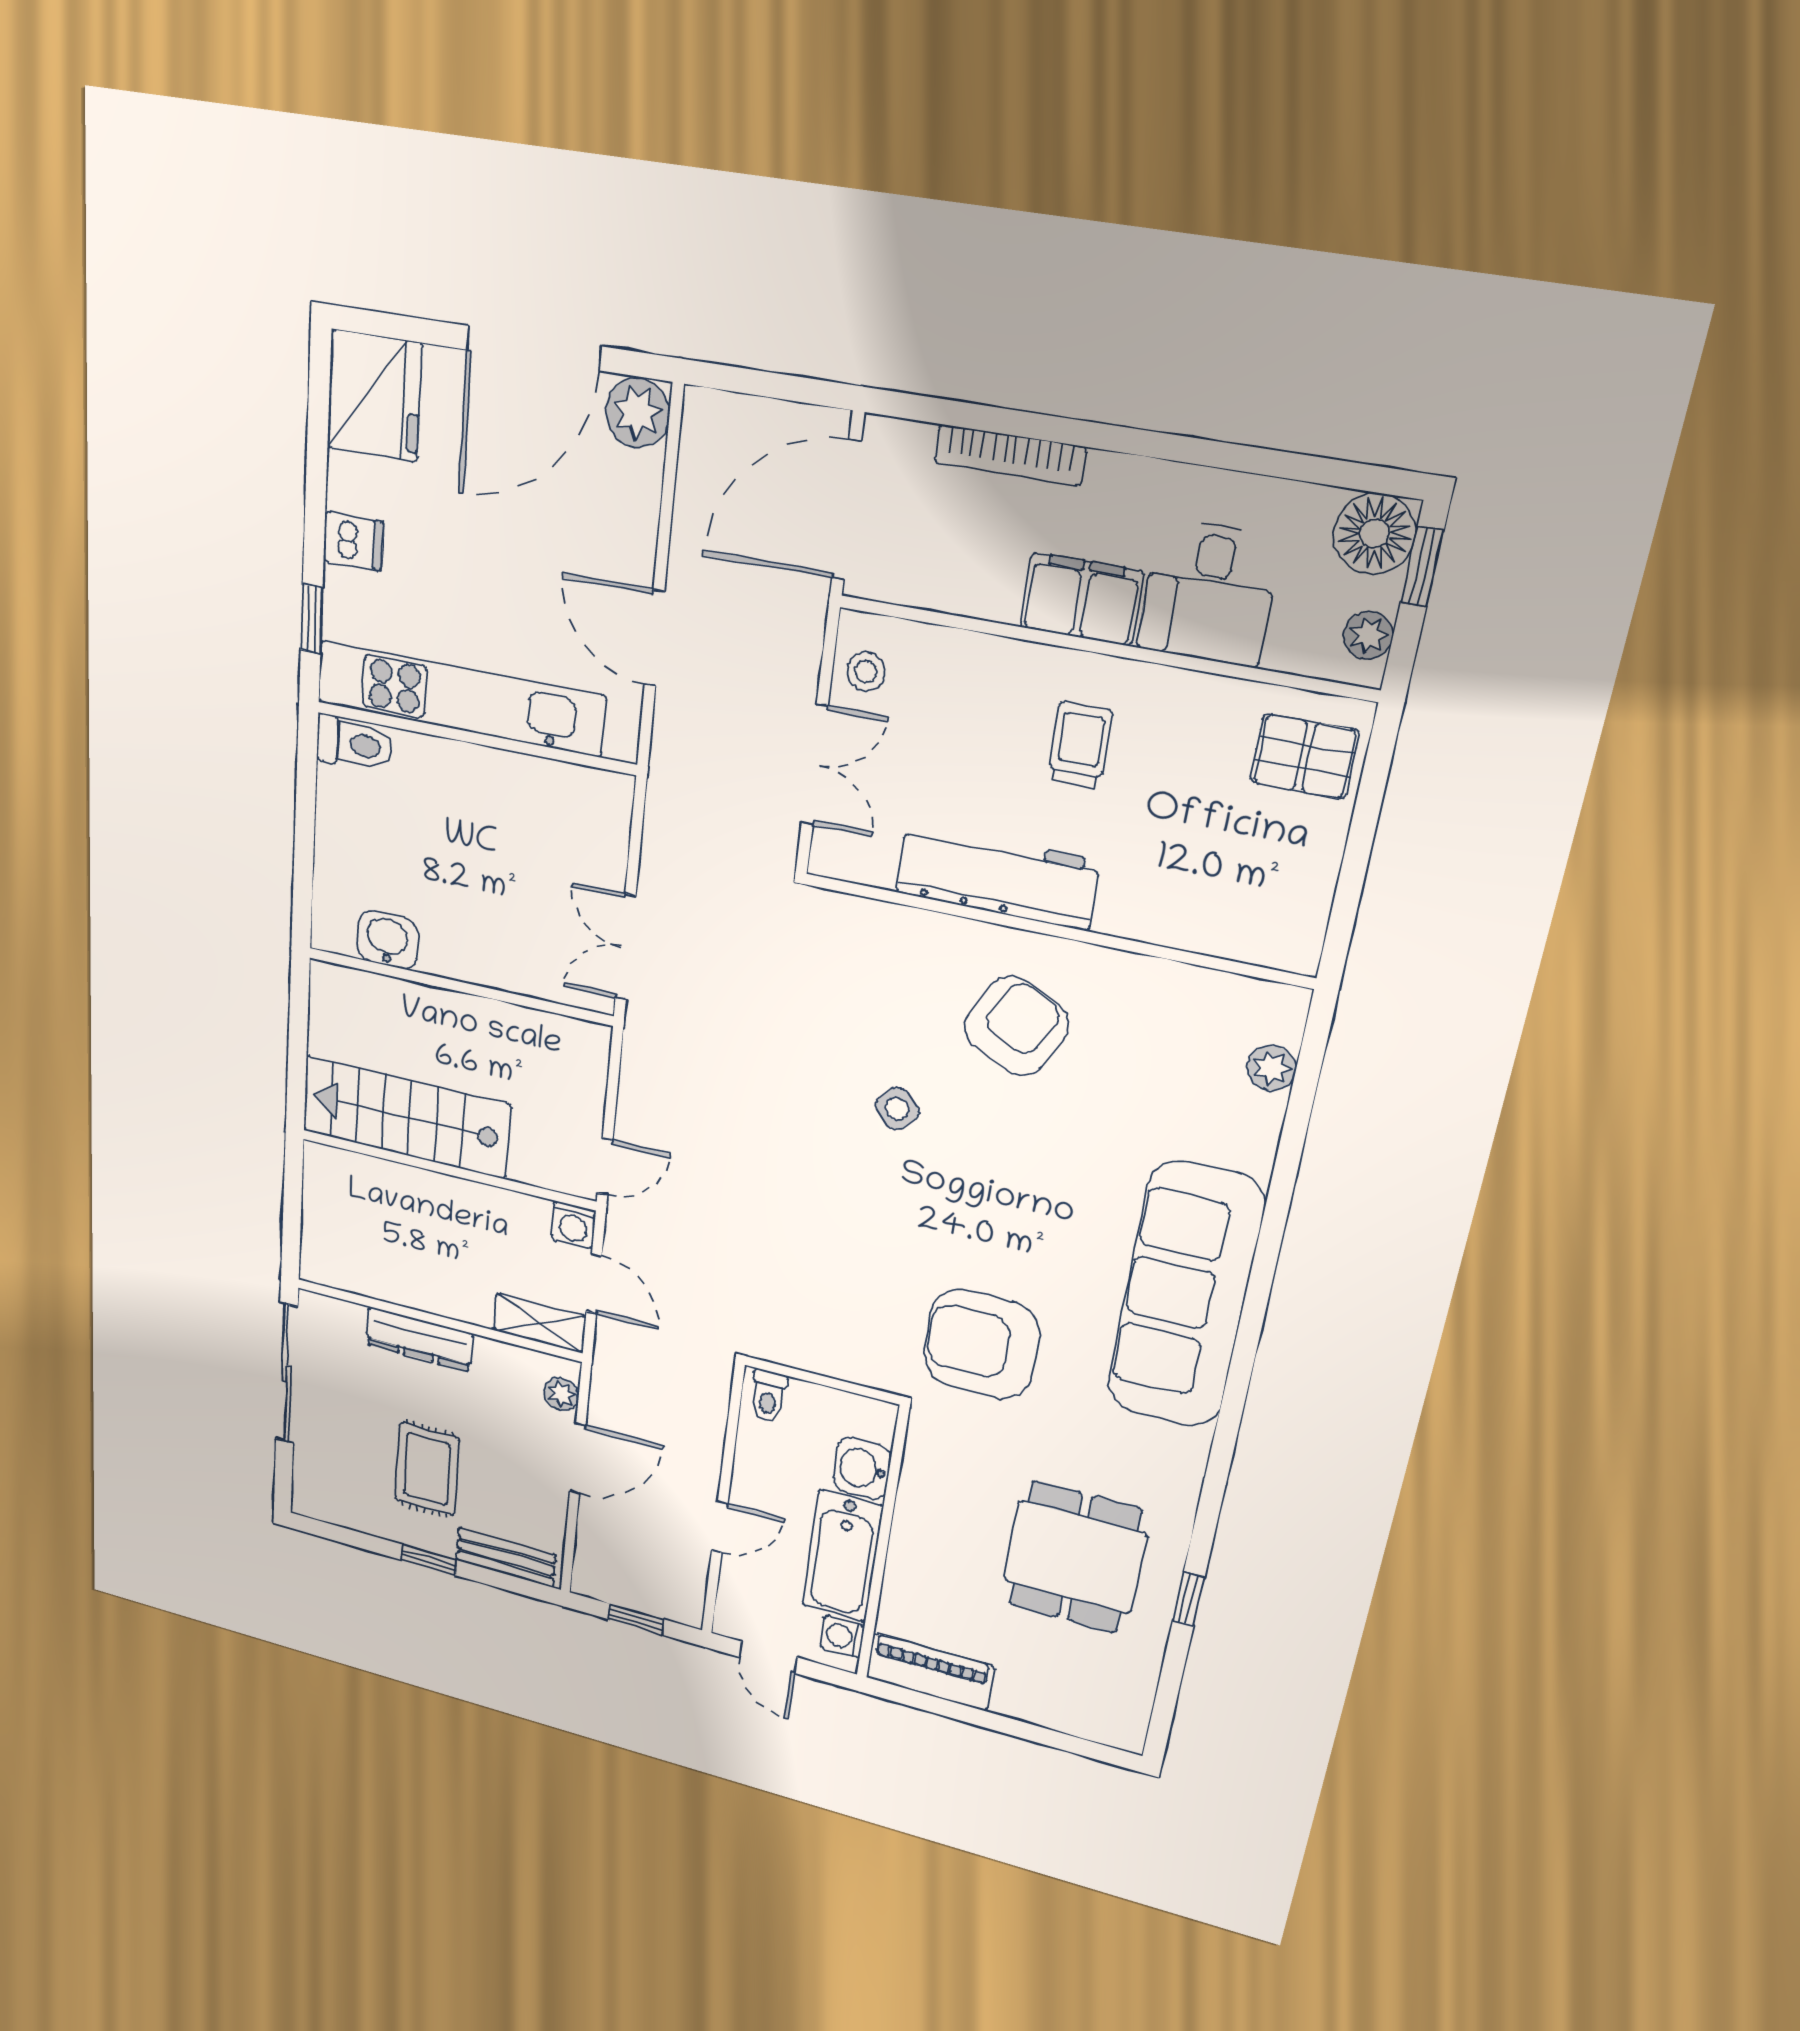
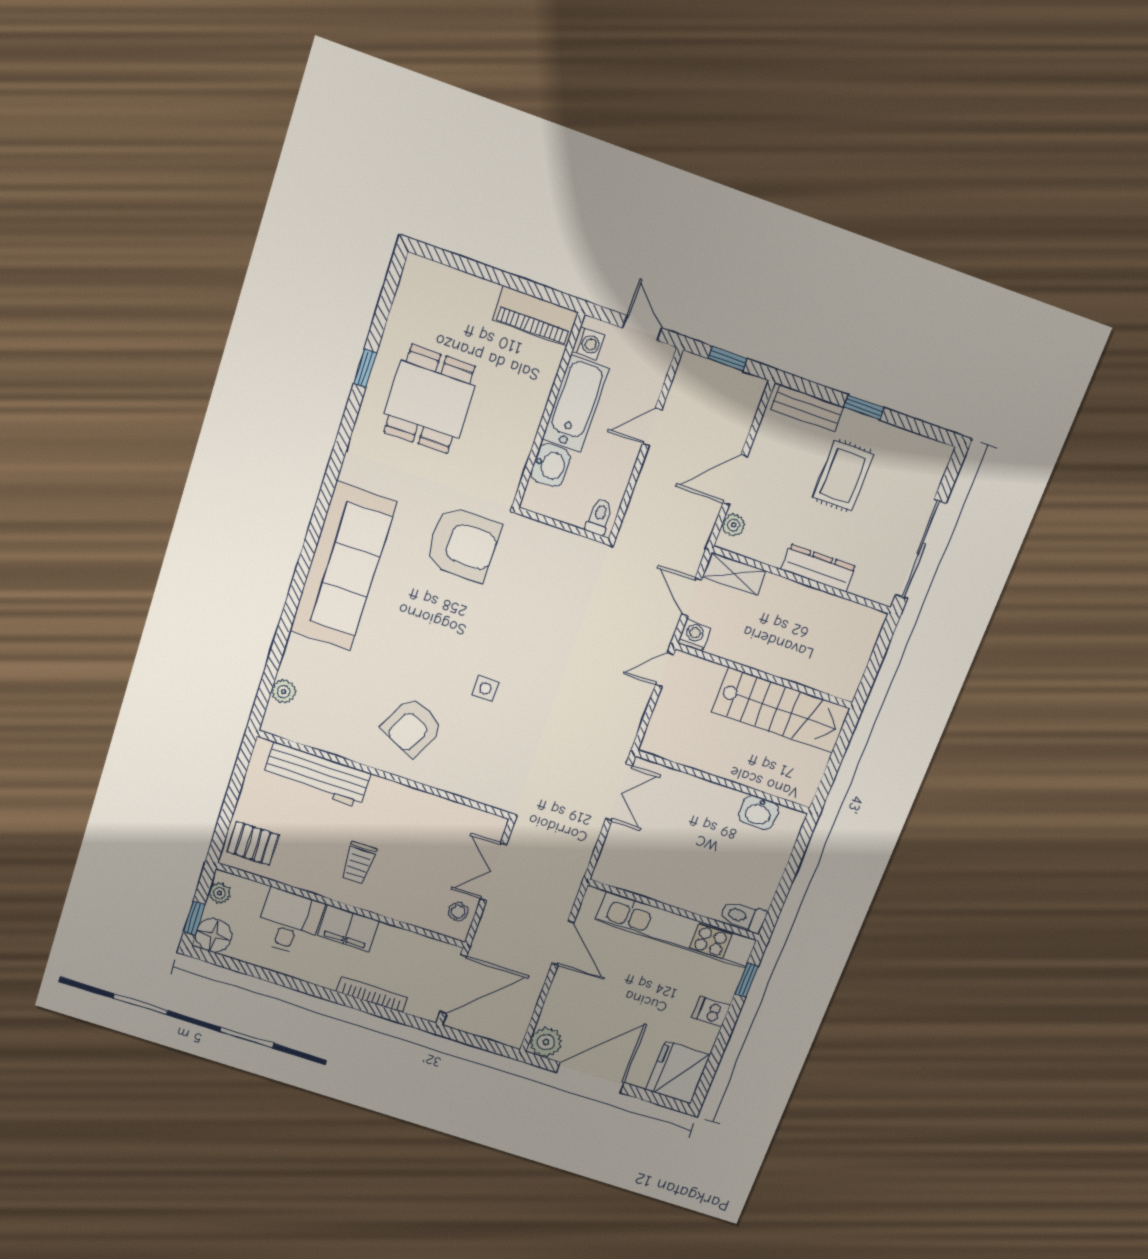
workbench: (997, 877) -> (317, 775), moved
side table: (897, 1109) -> (485, 688), turned 45

